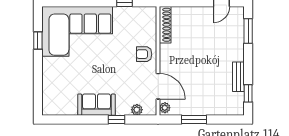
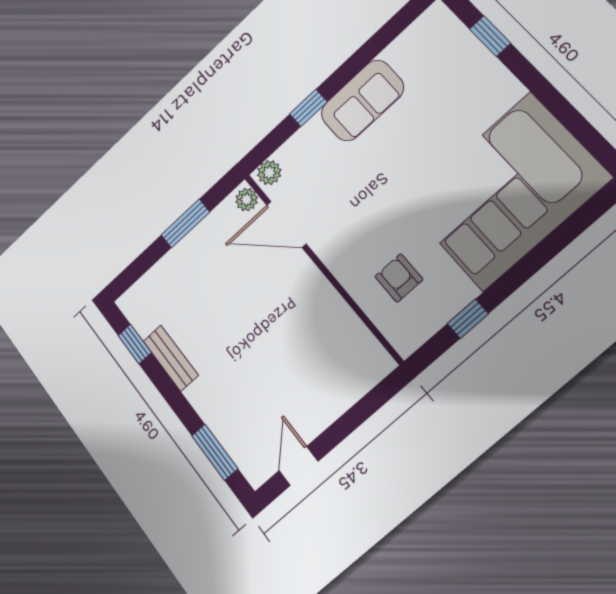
shoe rack: (165, 25) -> (362, 341), removed
window: (38, 41) -> (490, 36), moved
armchair: (144, 54) -> (399, 278), moved, turned -90
plant: (137, 110) -> (269, 173), moved

